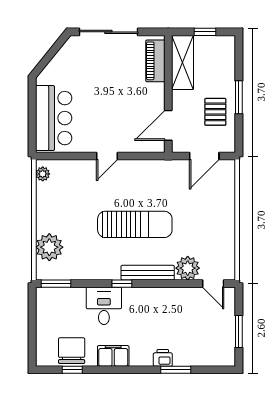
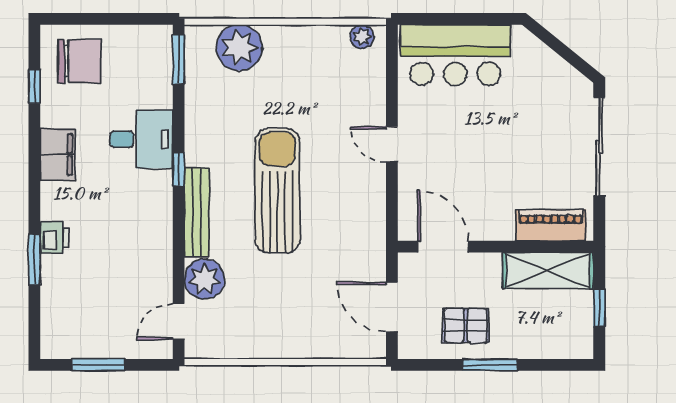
sun lounger: (135, 224) -> (277, 191), turned 180
chair: (72, 351) -> (79, 61), moved

